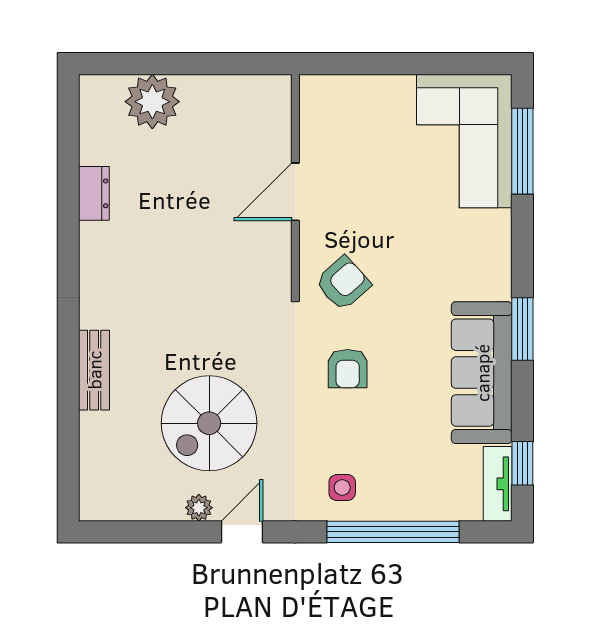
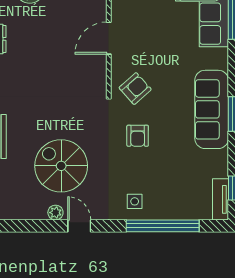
sofa: (482, 373) -> (212, 109), moved
spiral stairs: (209, 423) -> (61, 166), turned 90
door: (242, 532) -> (79, 226), hinge flipped

